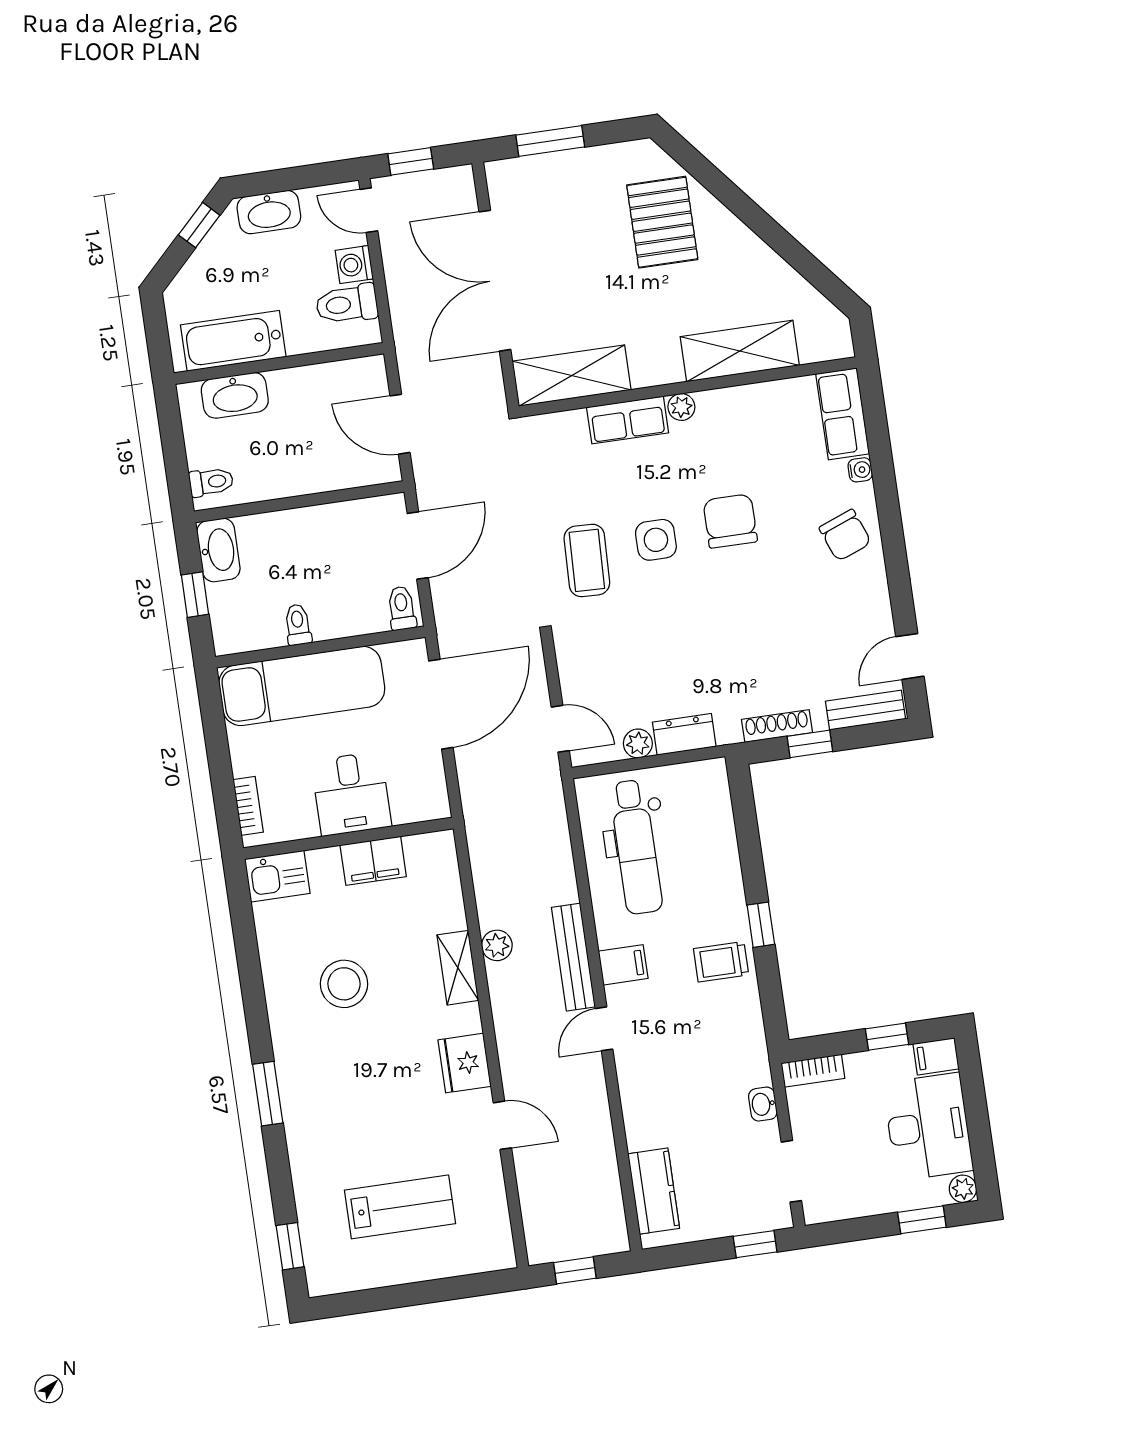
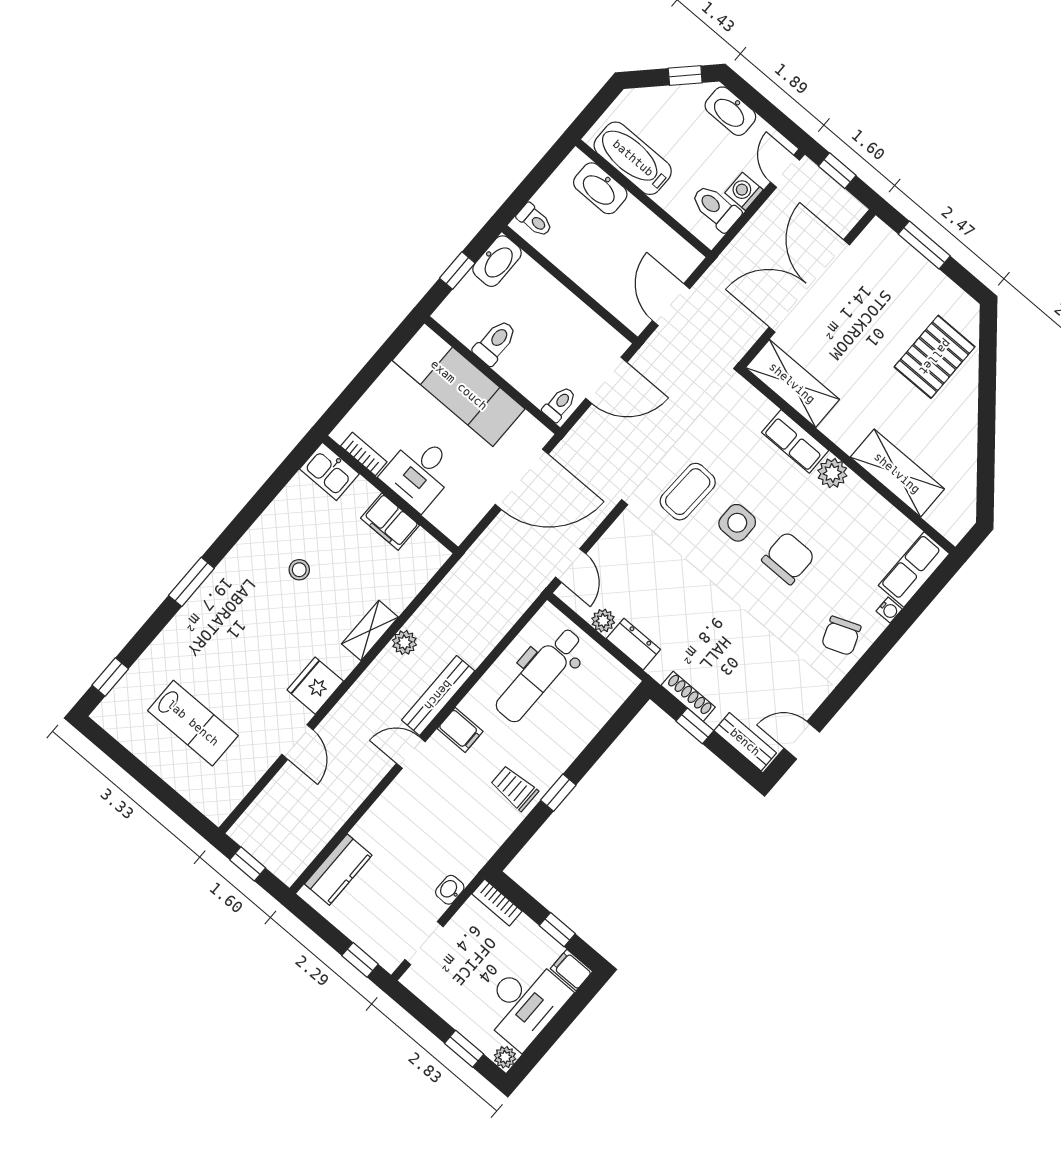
plant: (681, 407) -> (832, 473), width x1.38, depth x1.38
toilet: (298, 625) -> (495, 342), width x1.37, depth x1.39
bookcase: (248, 806) -> (364, 454), moved, turned -90
stool: (344, 984) -> (299, 570), width x0.53, depth x0.53

